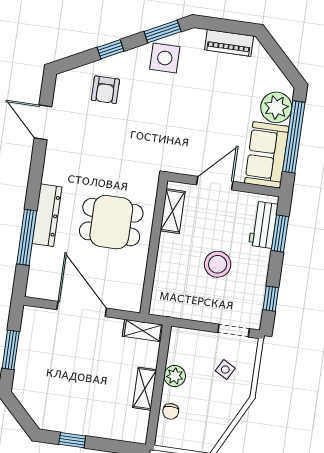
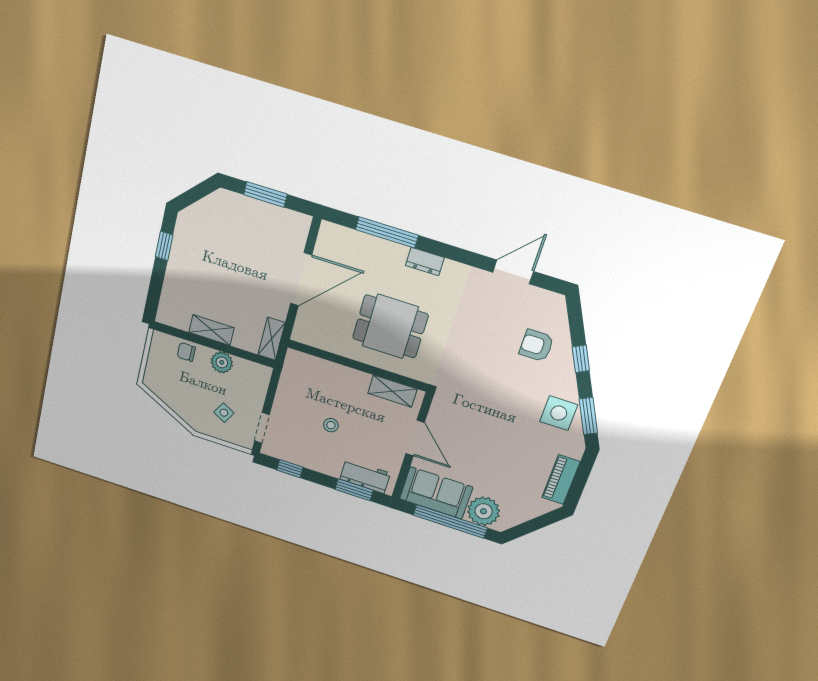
dresser: (47, 215) -> (425, 262), width x0.51, depth x0.80
dining table: (111, 222) -> (390, 326), turned 90
stool: (218, 264) -> (331, 425), width x0.53, depth x0.53

